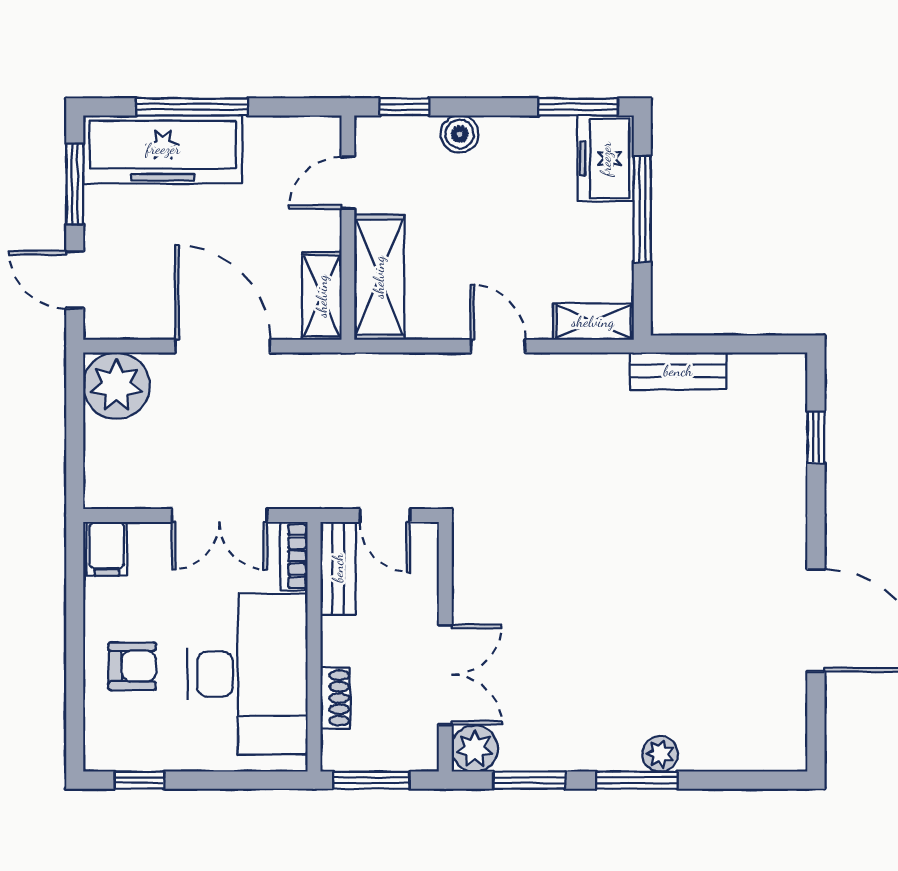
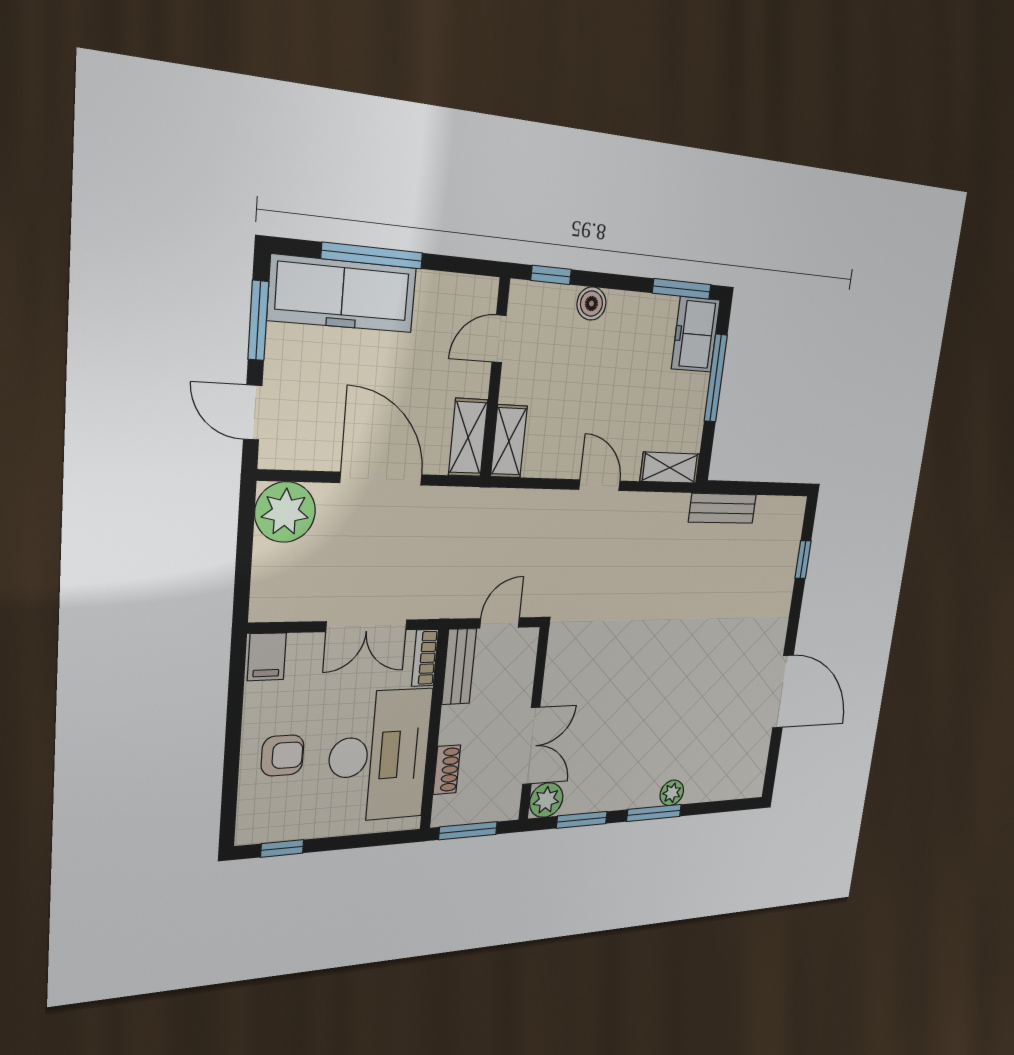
shelving: (379, 277) -> (509, 441), width x0.67, depth x0.75
door: (385, 516) -> (500, 623), swing flipped

